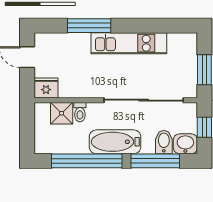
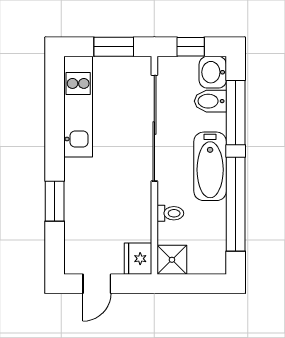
window: (89, 26) -> (55, 201), width x0.69
kitchen unit: (129, 43) -> (78, 107), moved
shower: (62, 113) -> (172, 260), moved

